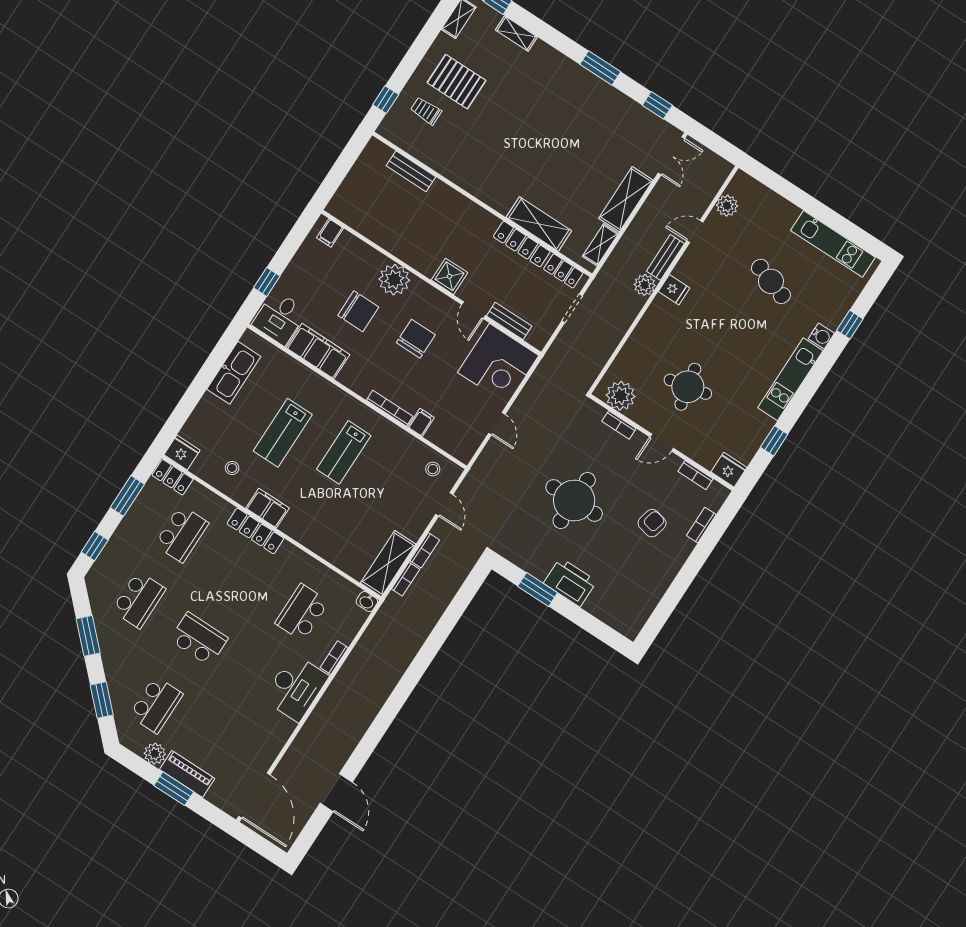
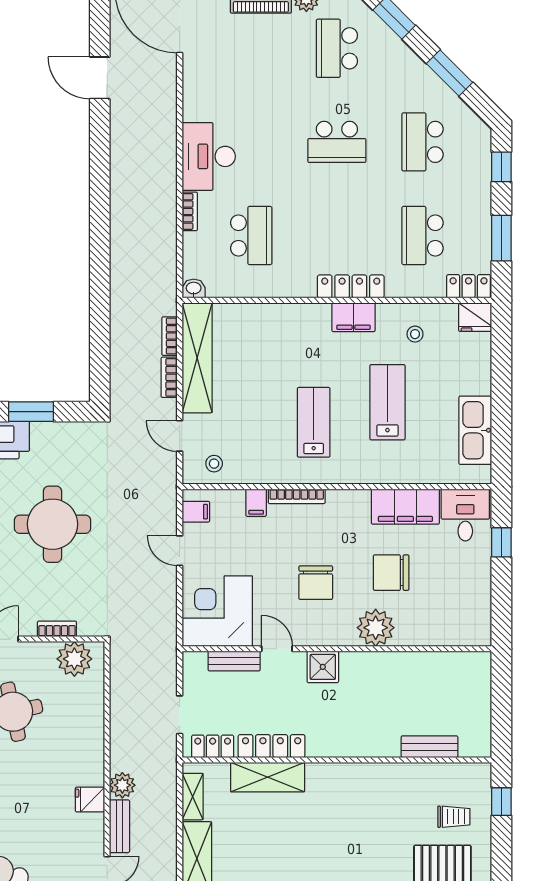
filing cabinet: (330, 233) -> (196, 512), moved, turned 90
shelving: (388, 564) -> (197, 358), width x1.47

